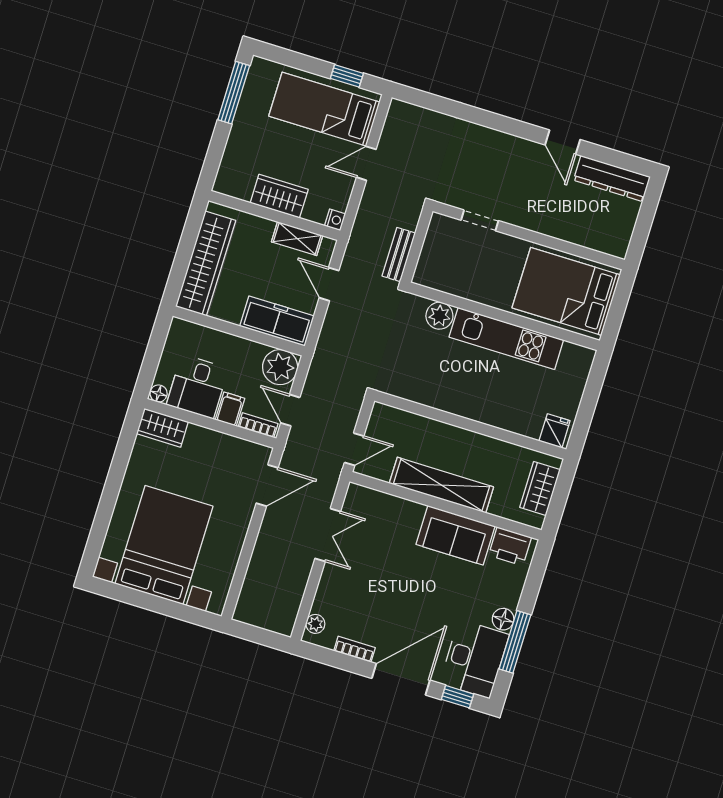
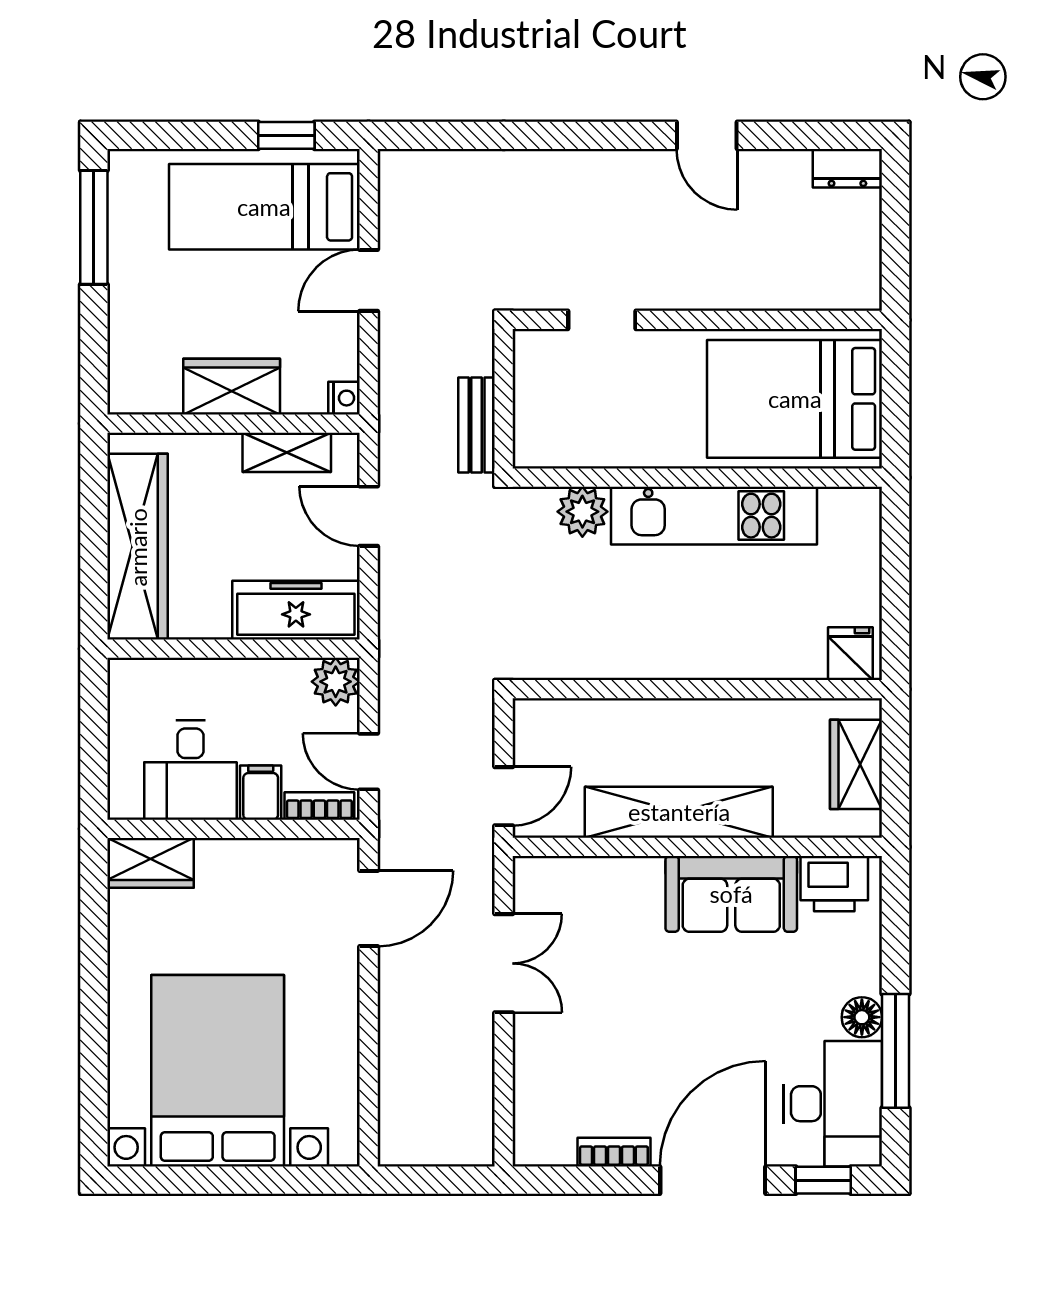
dresser: (612, 179) -> (847, 168), width x0.51, depth x0.80
plant: (280, 367) -> (336, 682), width x0.73, depth x0.73
floor lamp: (159, 393) -> (125, 804), removed
plant: (315, 624) -> (530, 1128), removed

